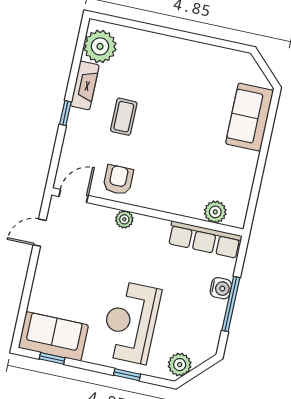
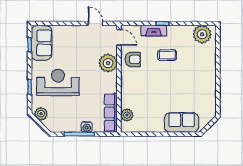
fireplace: (85, 85) -> (154, 31), moved
plant: (124, 219) -> (108, 63), width x1.87, depth x1.87

